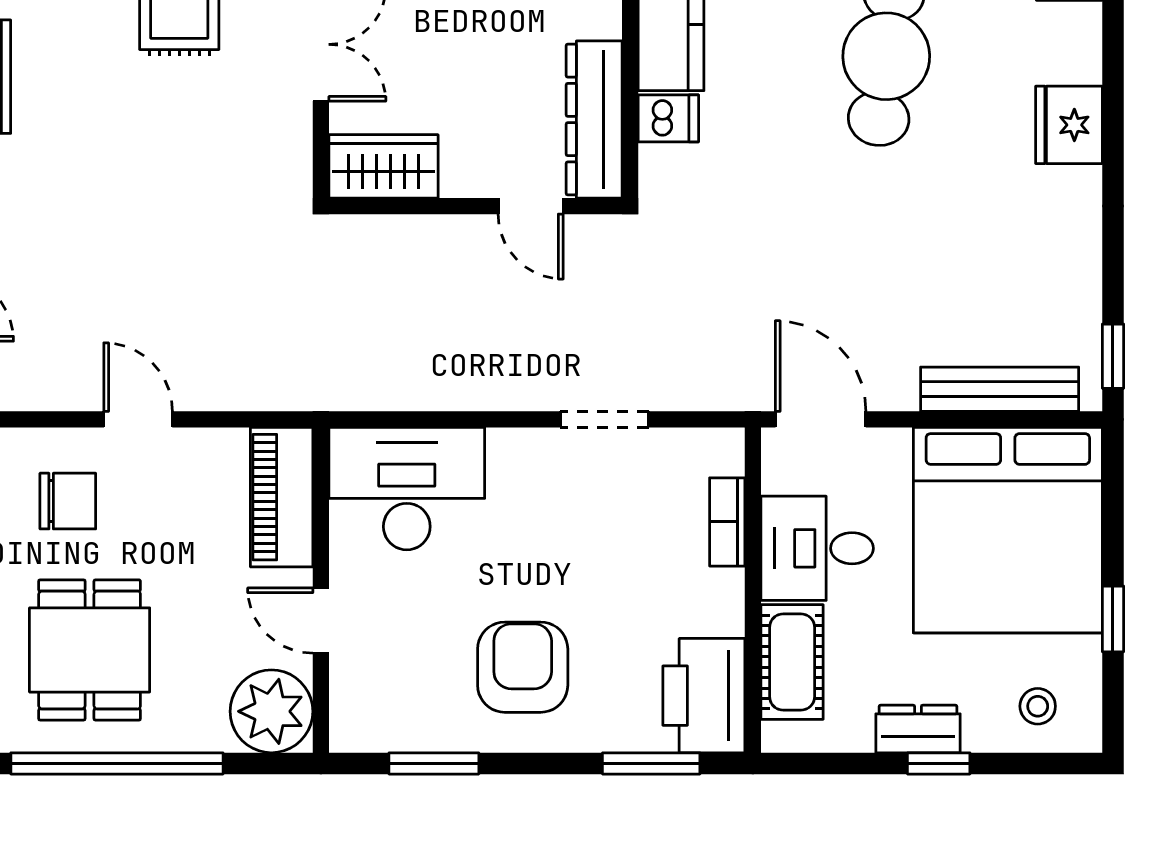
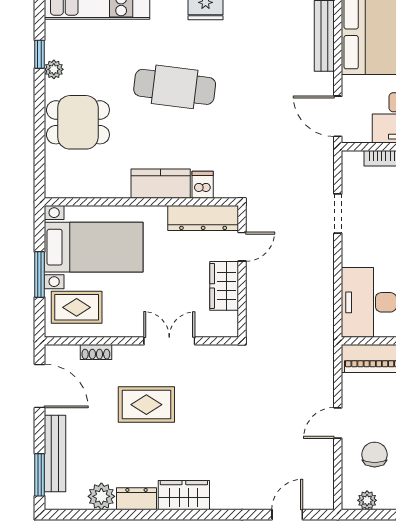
wardrobe: (383, 166) -> (224, 286), moved
door: (821, 419) -> (338, 116), hinge flipped

